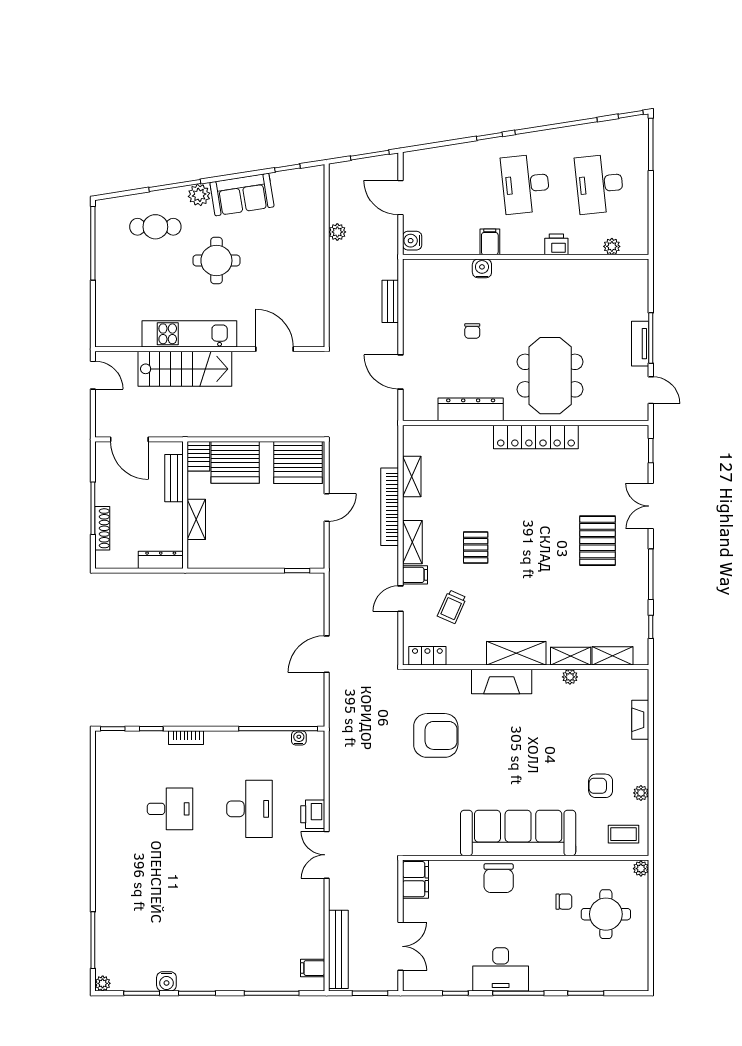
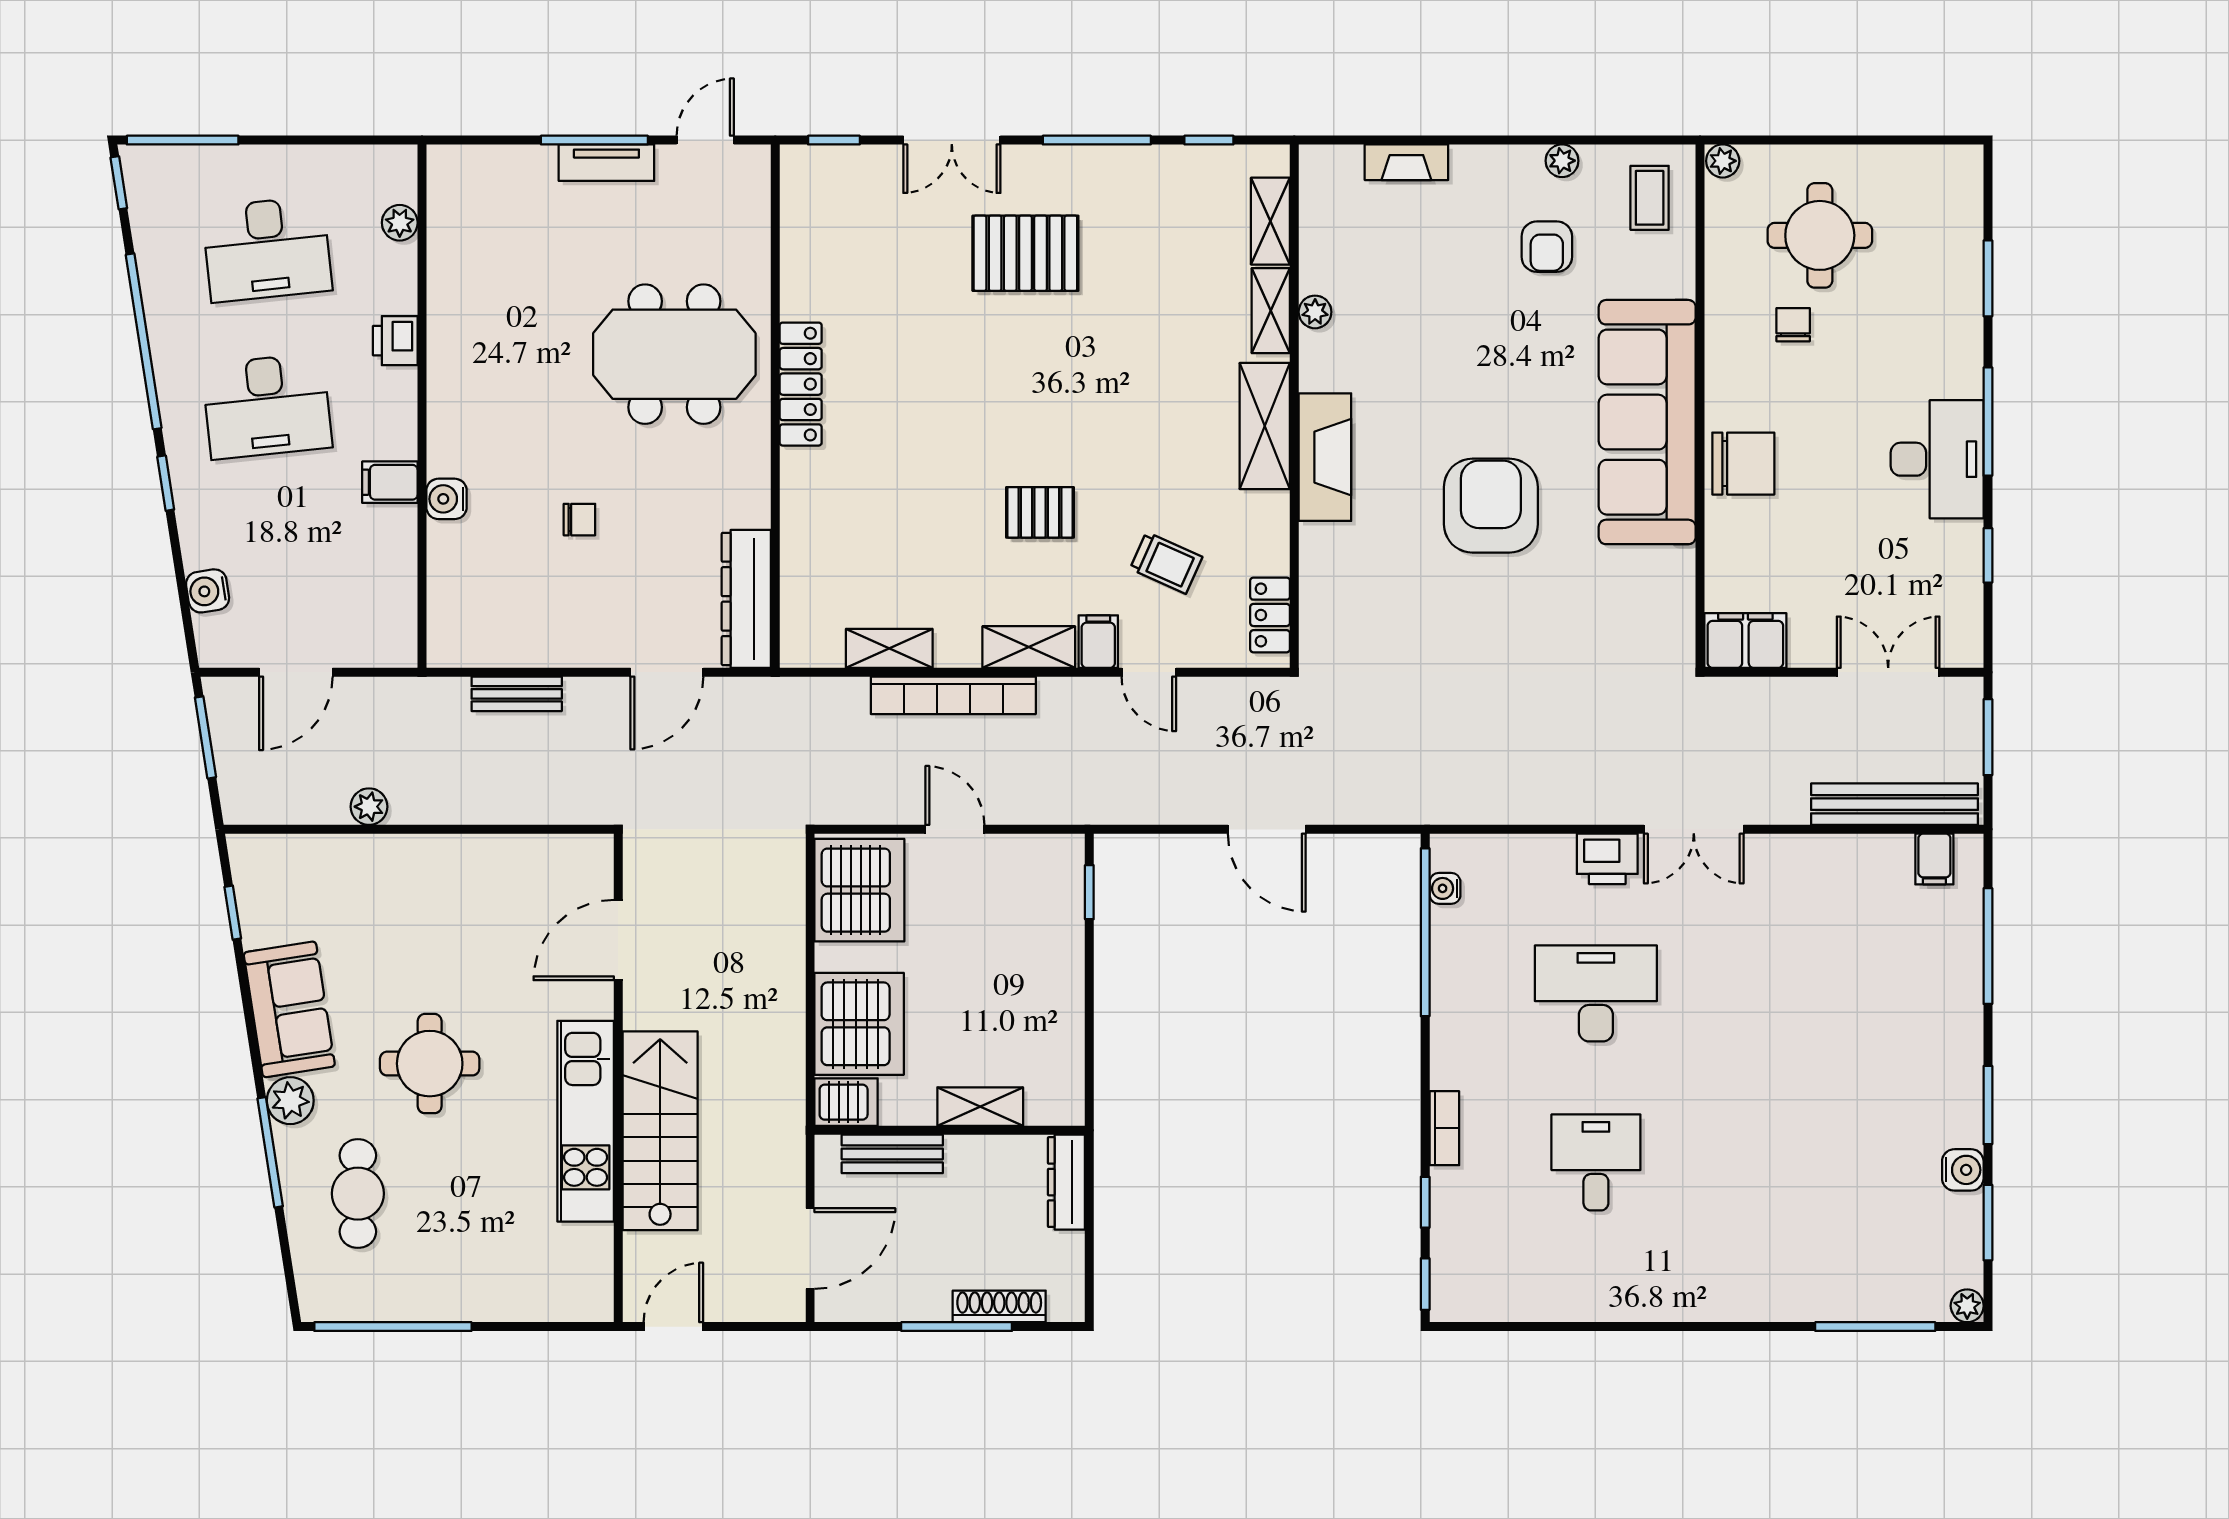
water cooler: (412, 241) -> (208, 591), moved, turned 81
dresser: (471, 409) -> (746, 599), moved
locker: (536, 437) -> (801, 384), width x0.71, depth x0.83
armchair: (436, 735) -> (1491, 506), moved

